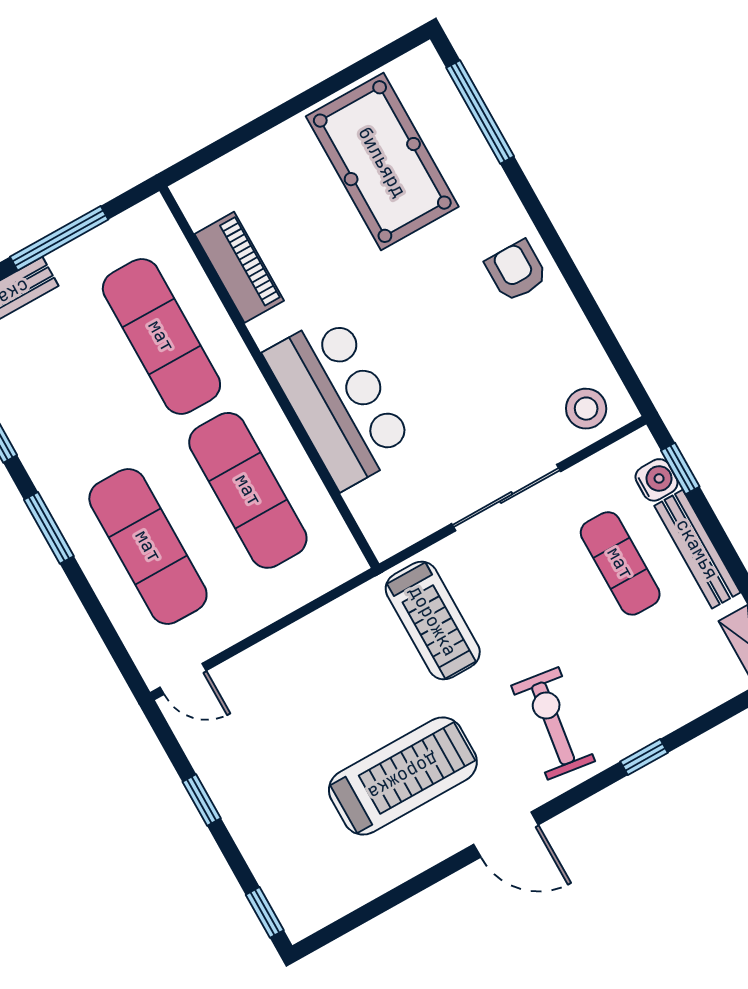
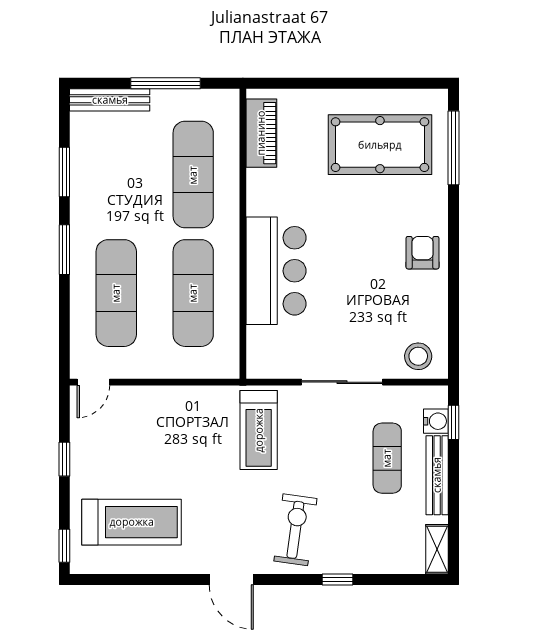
pool table: (382, 162) -> (380, 145), turned 90
piano: (239, 267) -> (261, 133), moved
door: (183, 679) -> (93, 382), hinge flipped
treadmill: (403, 776) -> (132, 522), moved

